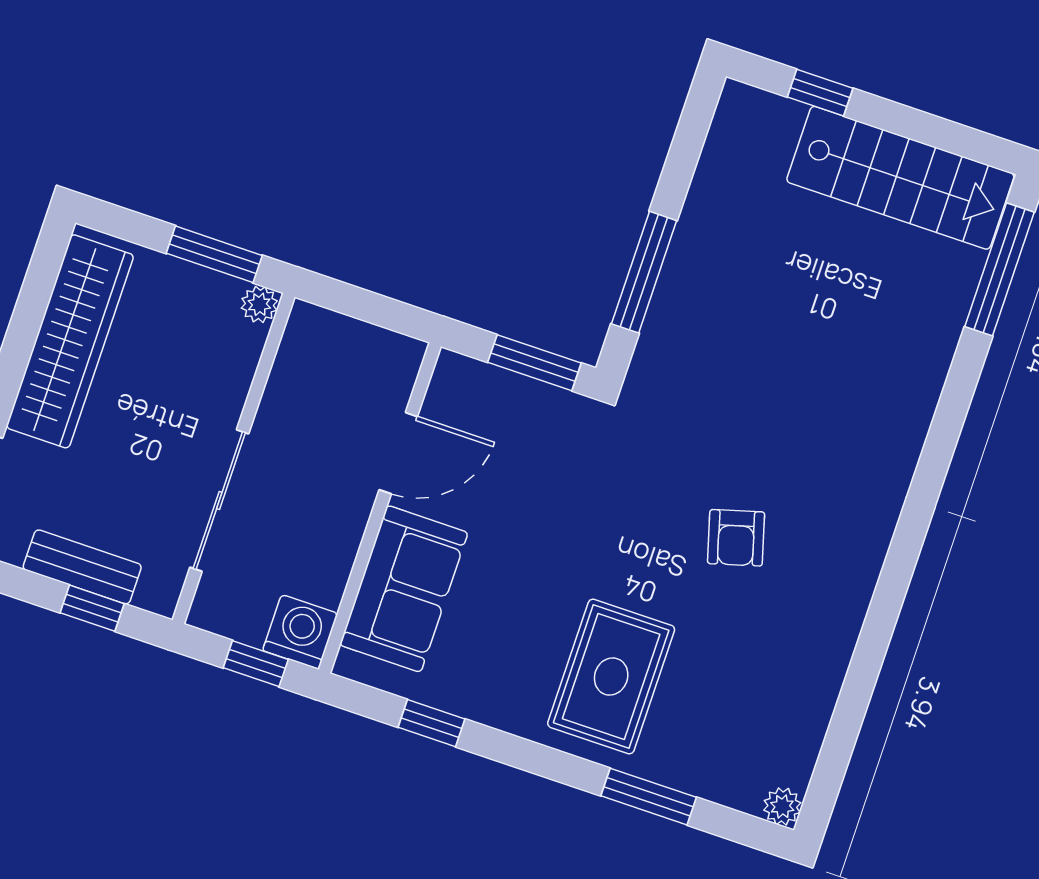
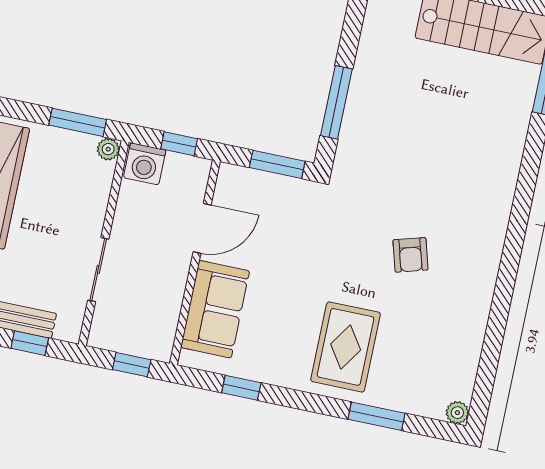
window: (377, 309) -> (179, 144), added
sliding door: (219, 501) -> (98, 270), width x0.73
washing machine: (300, 632) -> (145, 164), moved, turned 180

